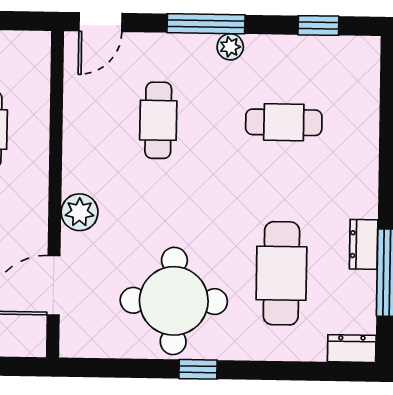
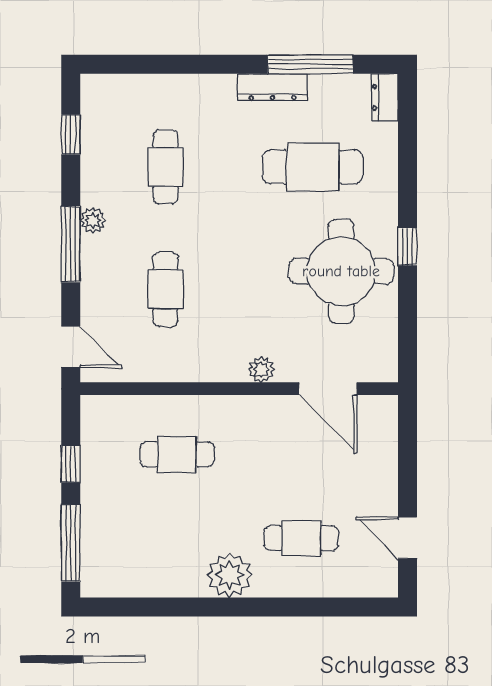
cafe table: (158, 120) -> (166, 289), turned 90
plant: (80, 212) -> (261, 369), width x0.73, depth x0.73
dresser: (364, 244) -> (273, 87), width x1.44

